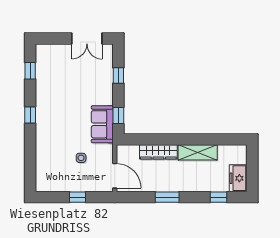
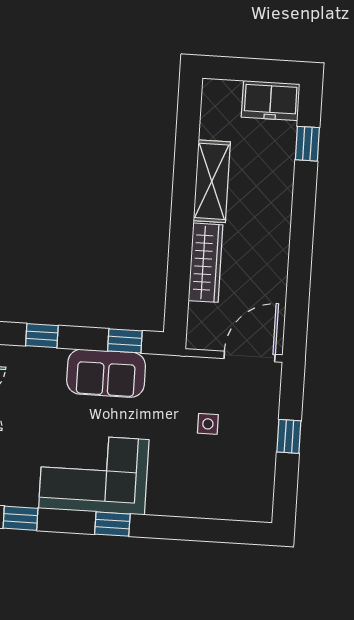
corner sofa: (54, 105) -> (94, 474), added
sofa: (102, 124) -> (106, 373), moved
window: (167, 197) -> (301, 251), removed

